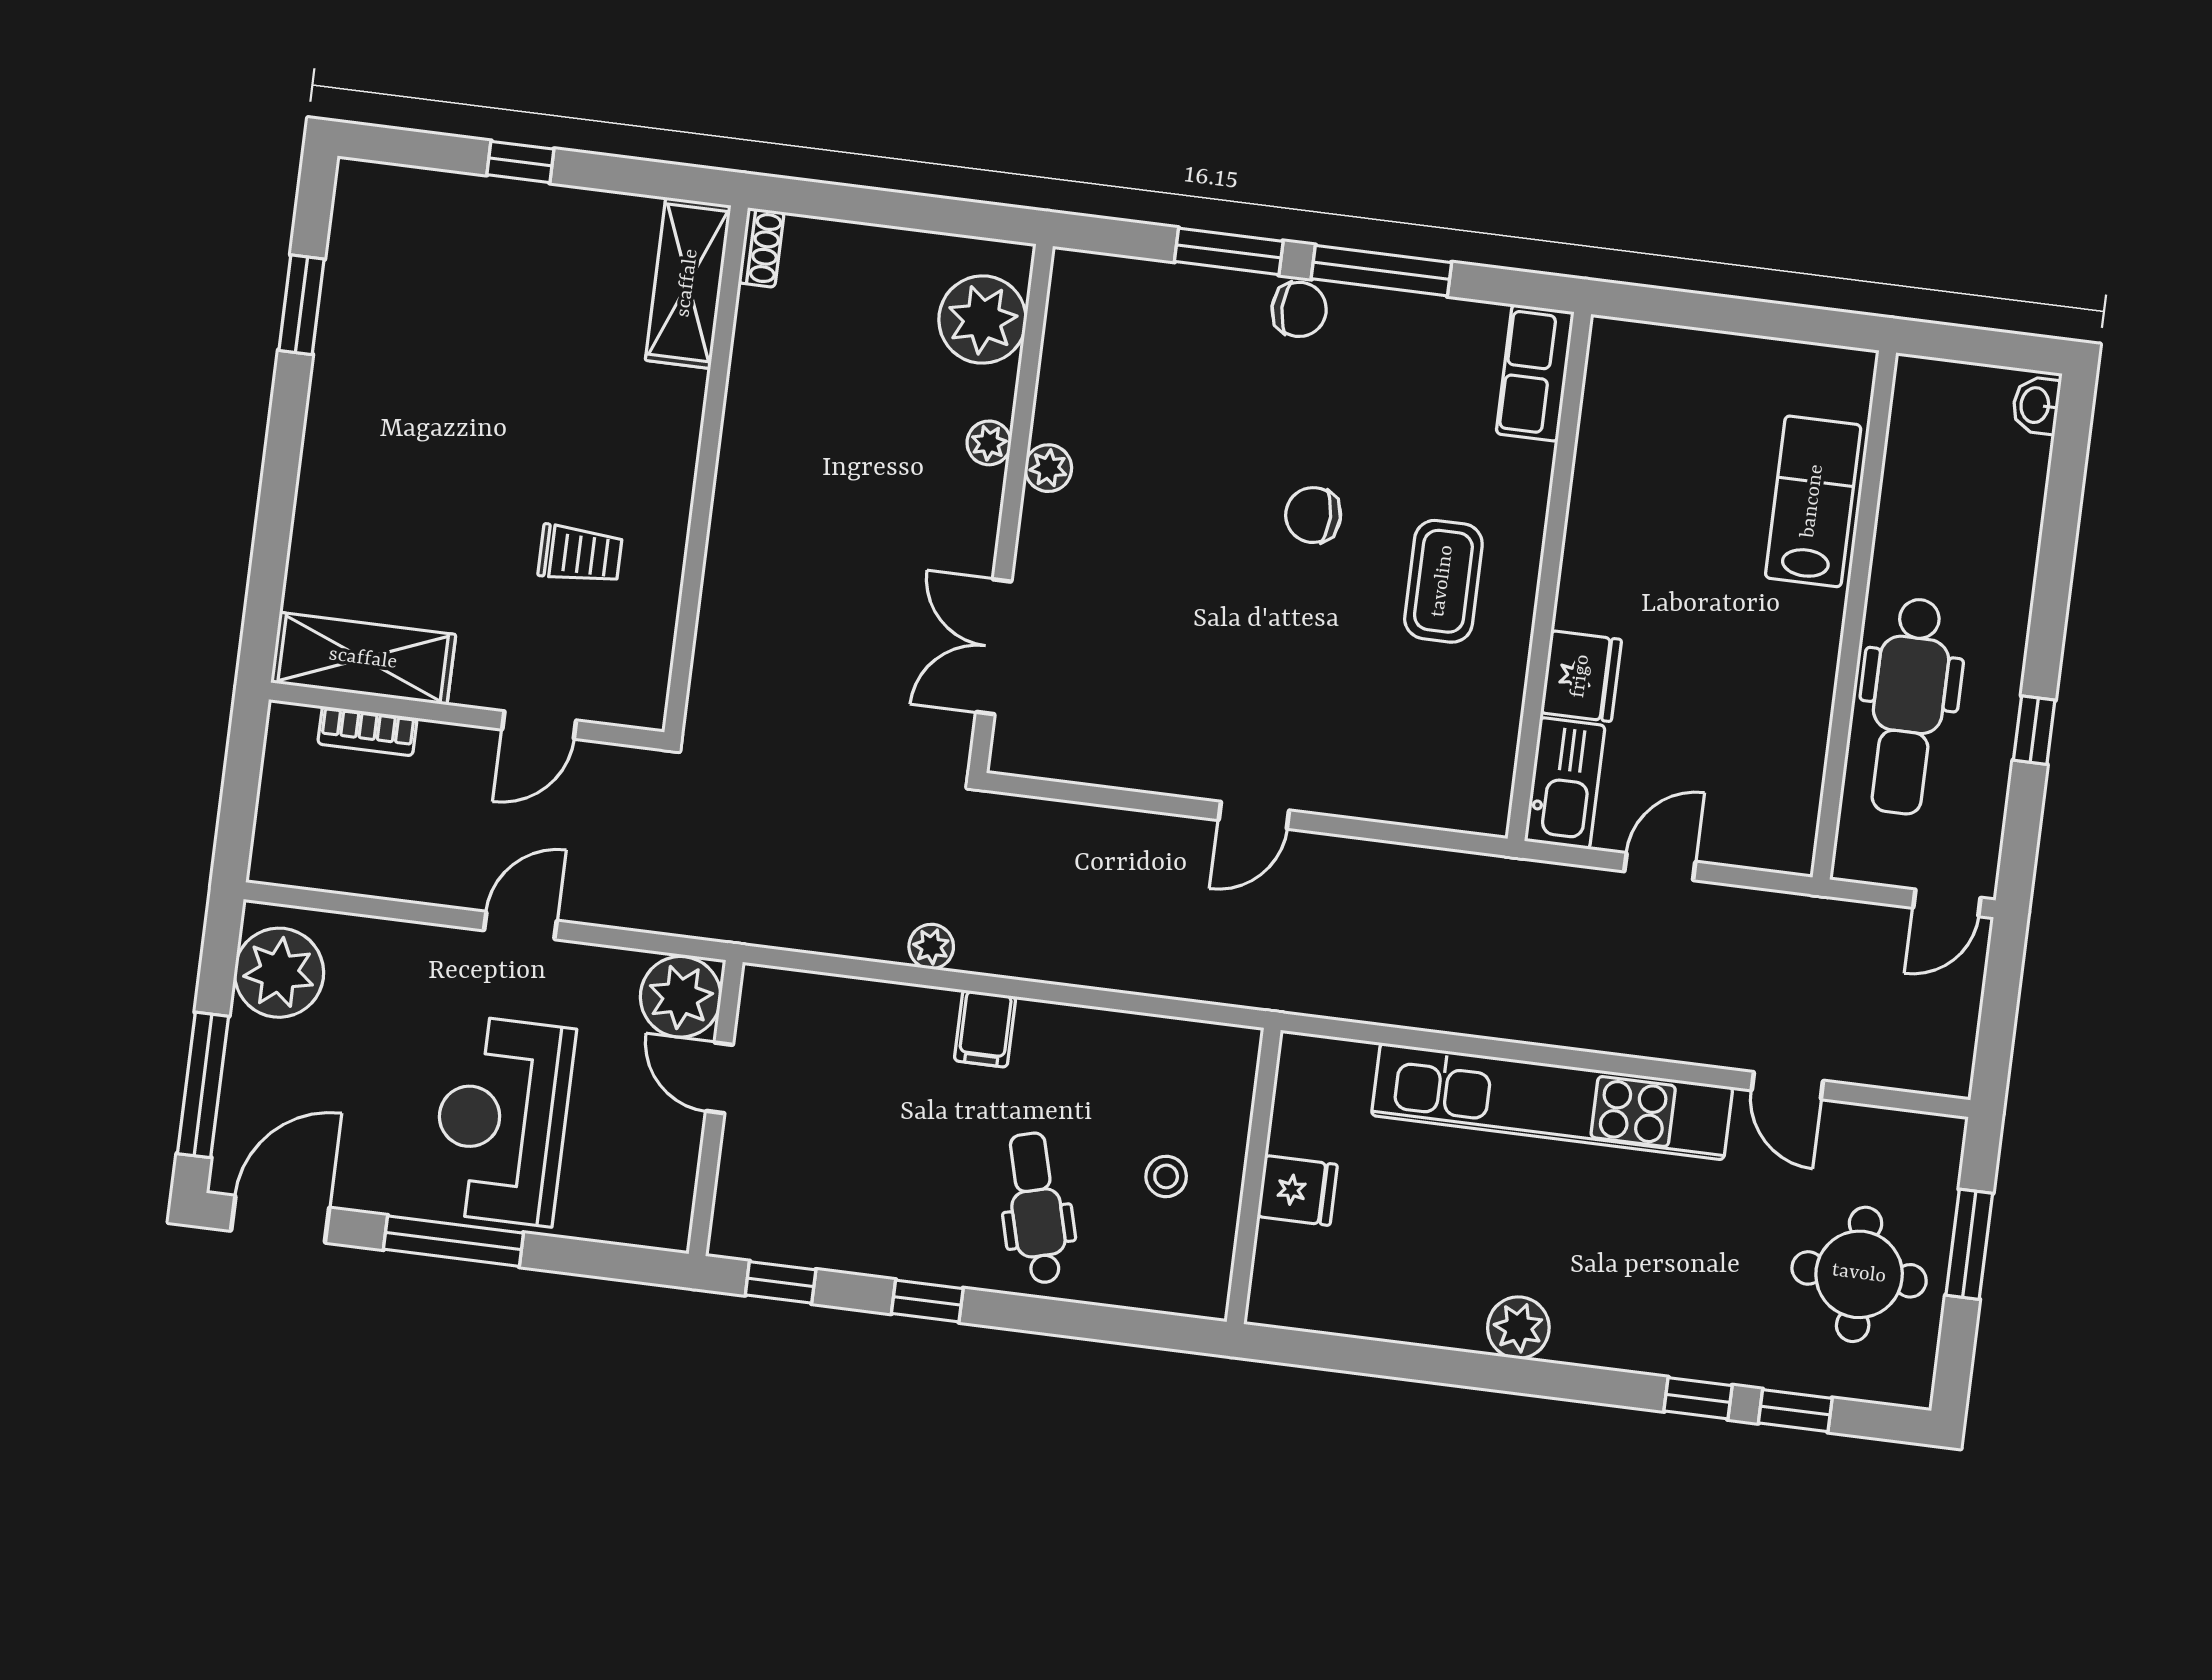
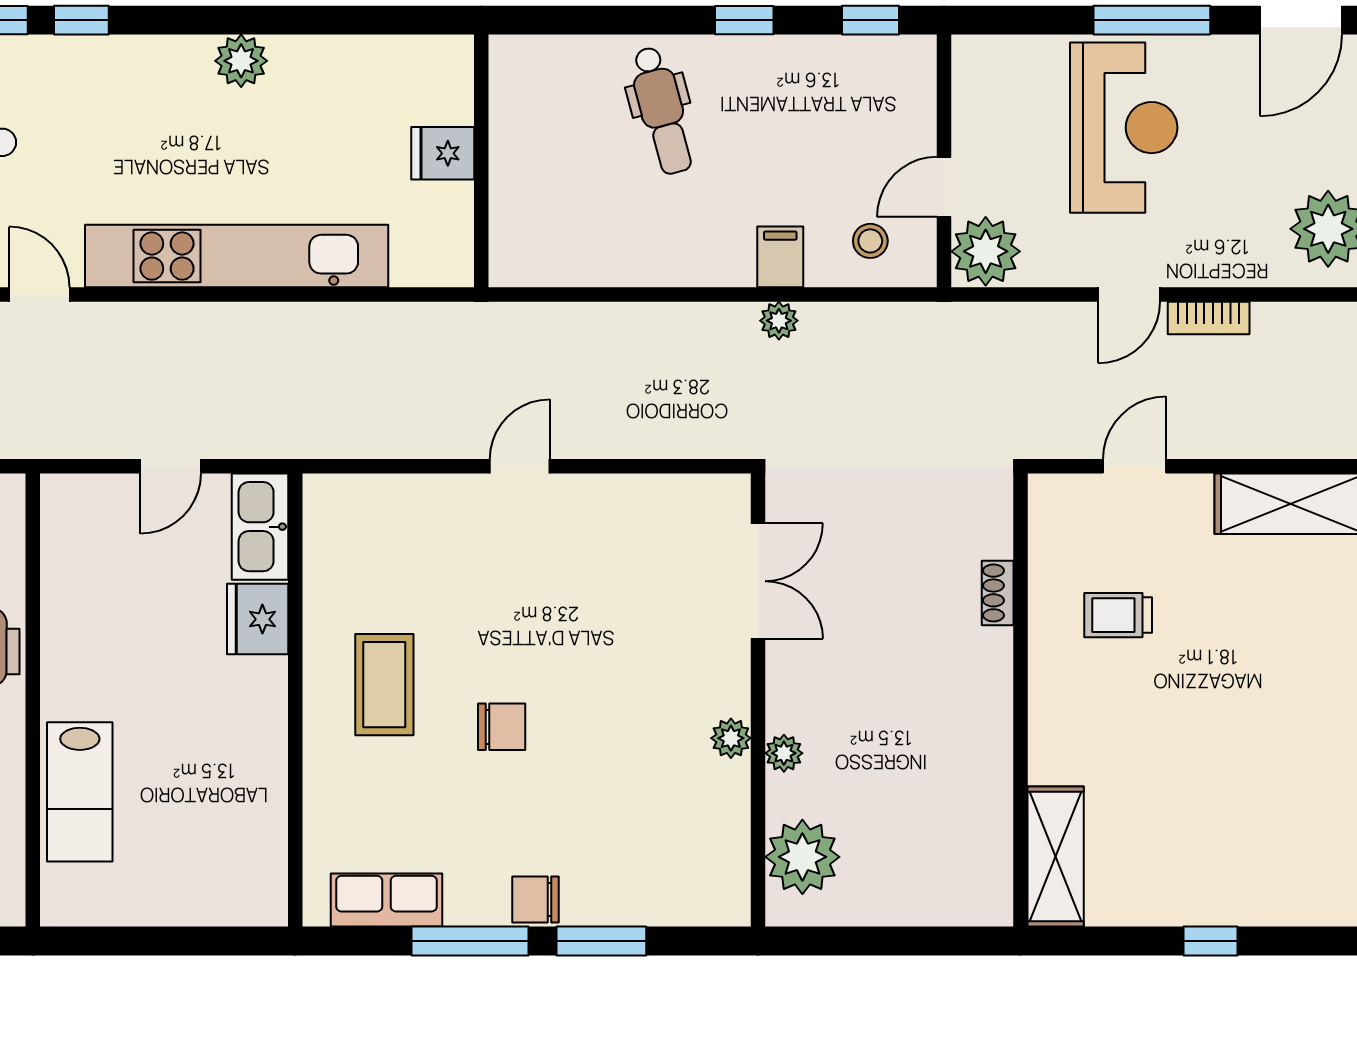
shoe rack: (761, 248) -> (998, 593), moved
row of seats: (1535, 373) -> (386, 900), moved, turned -90
bookcase: (367, 731) -> (1209, 318), moved, turned 180
filing cabinet: (985, 1029) -> (780, 257), moved
door: (719, 1078) -> (944, 187), swing flipped
stool: (1166, 1176) -> (870, 241), moved

